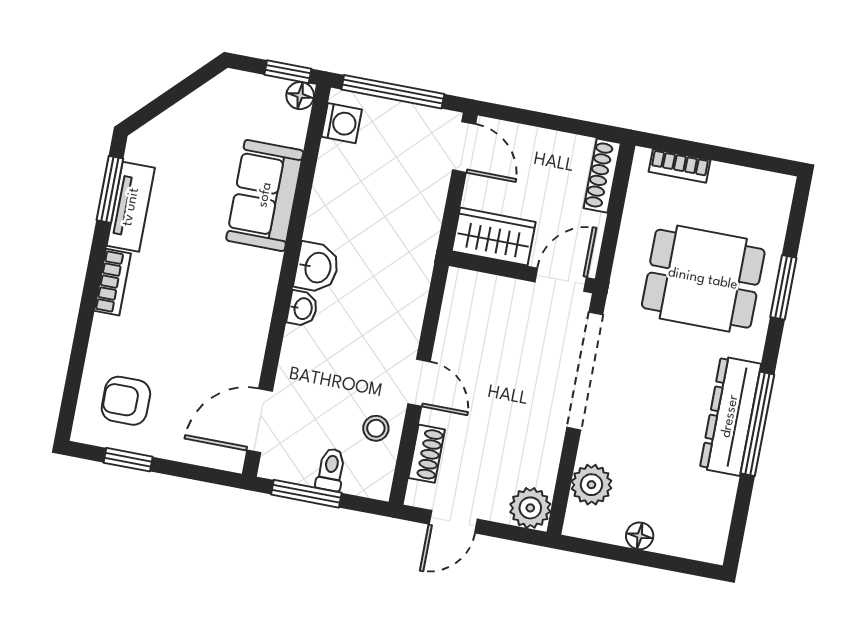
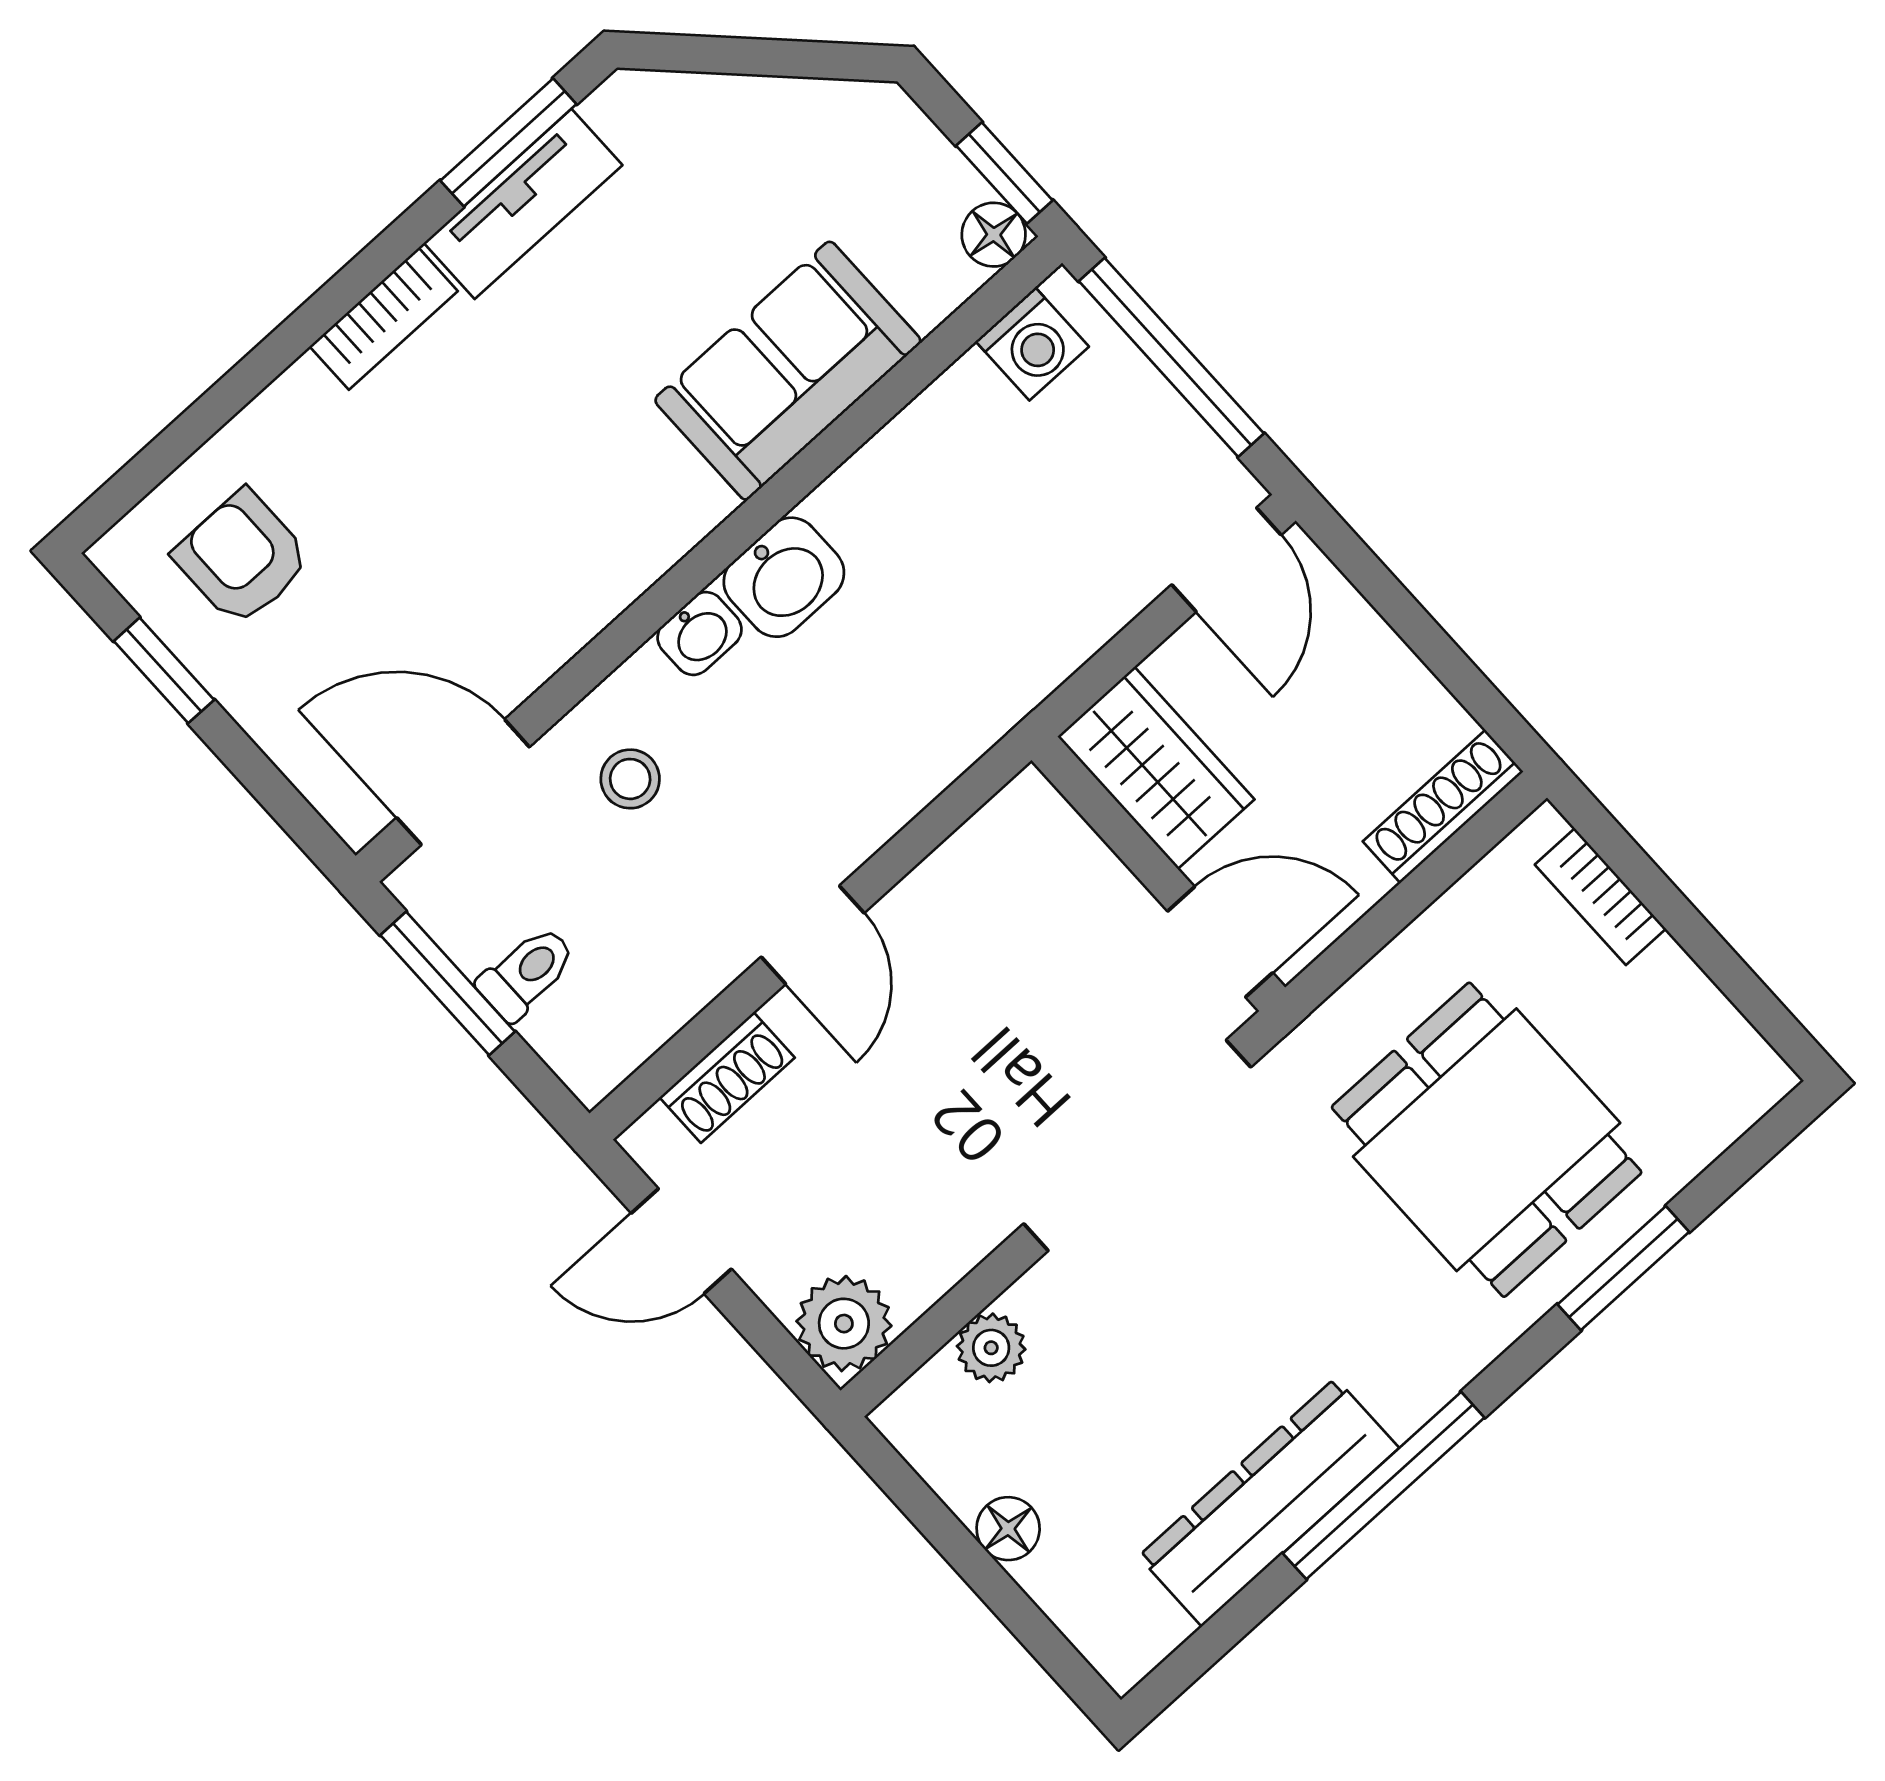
dresser: (730, 416) -> (1269, 1502), moved
stool: (376, 428) -> (630, 779), moved
plant: (591, 485) -> (991, 1348), width x0.73, depth x0.73

